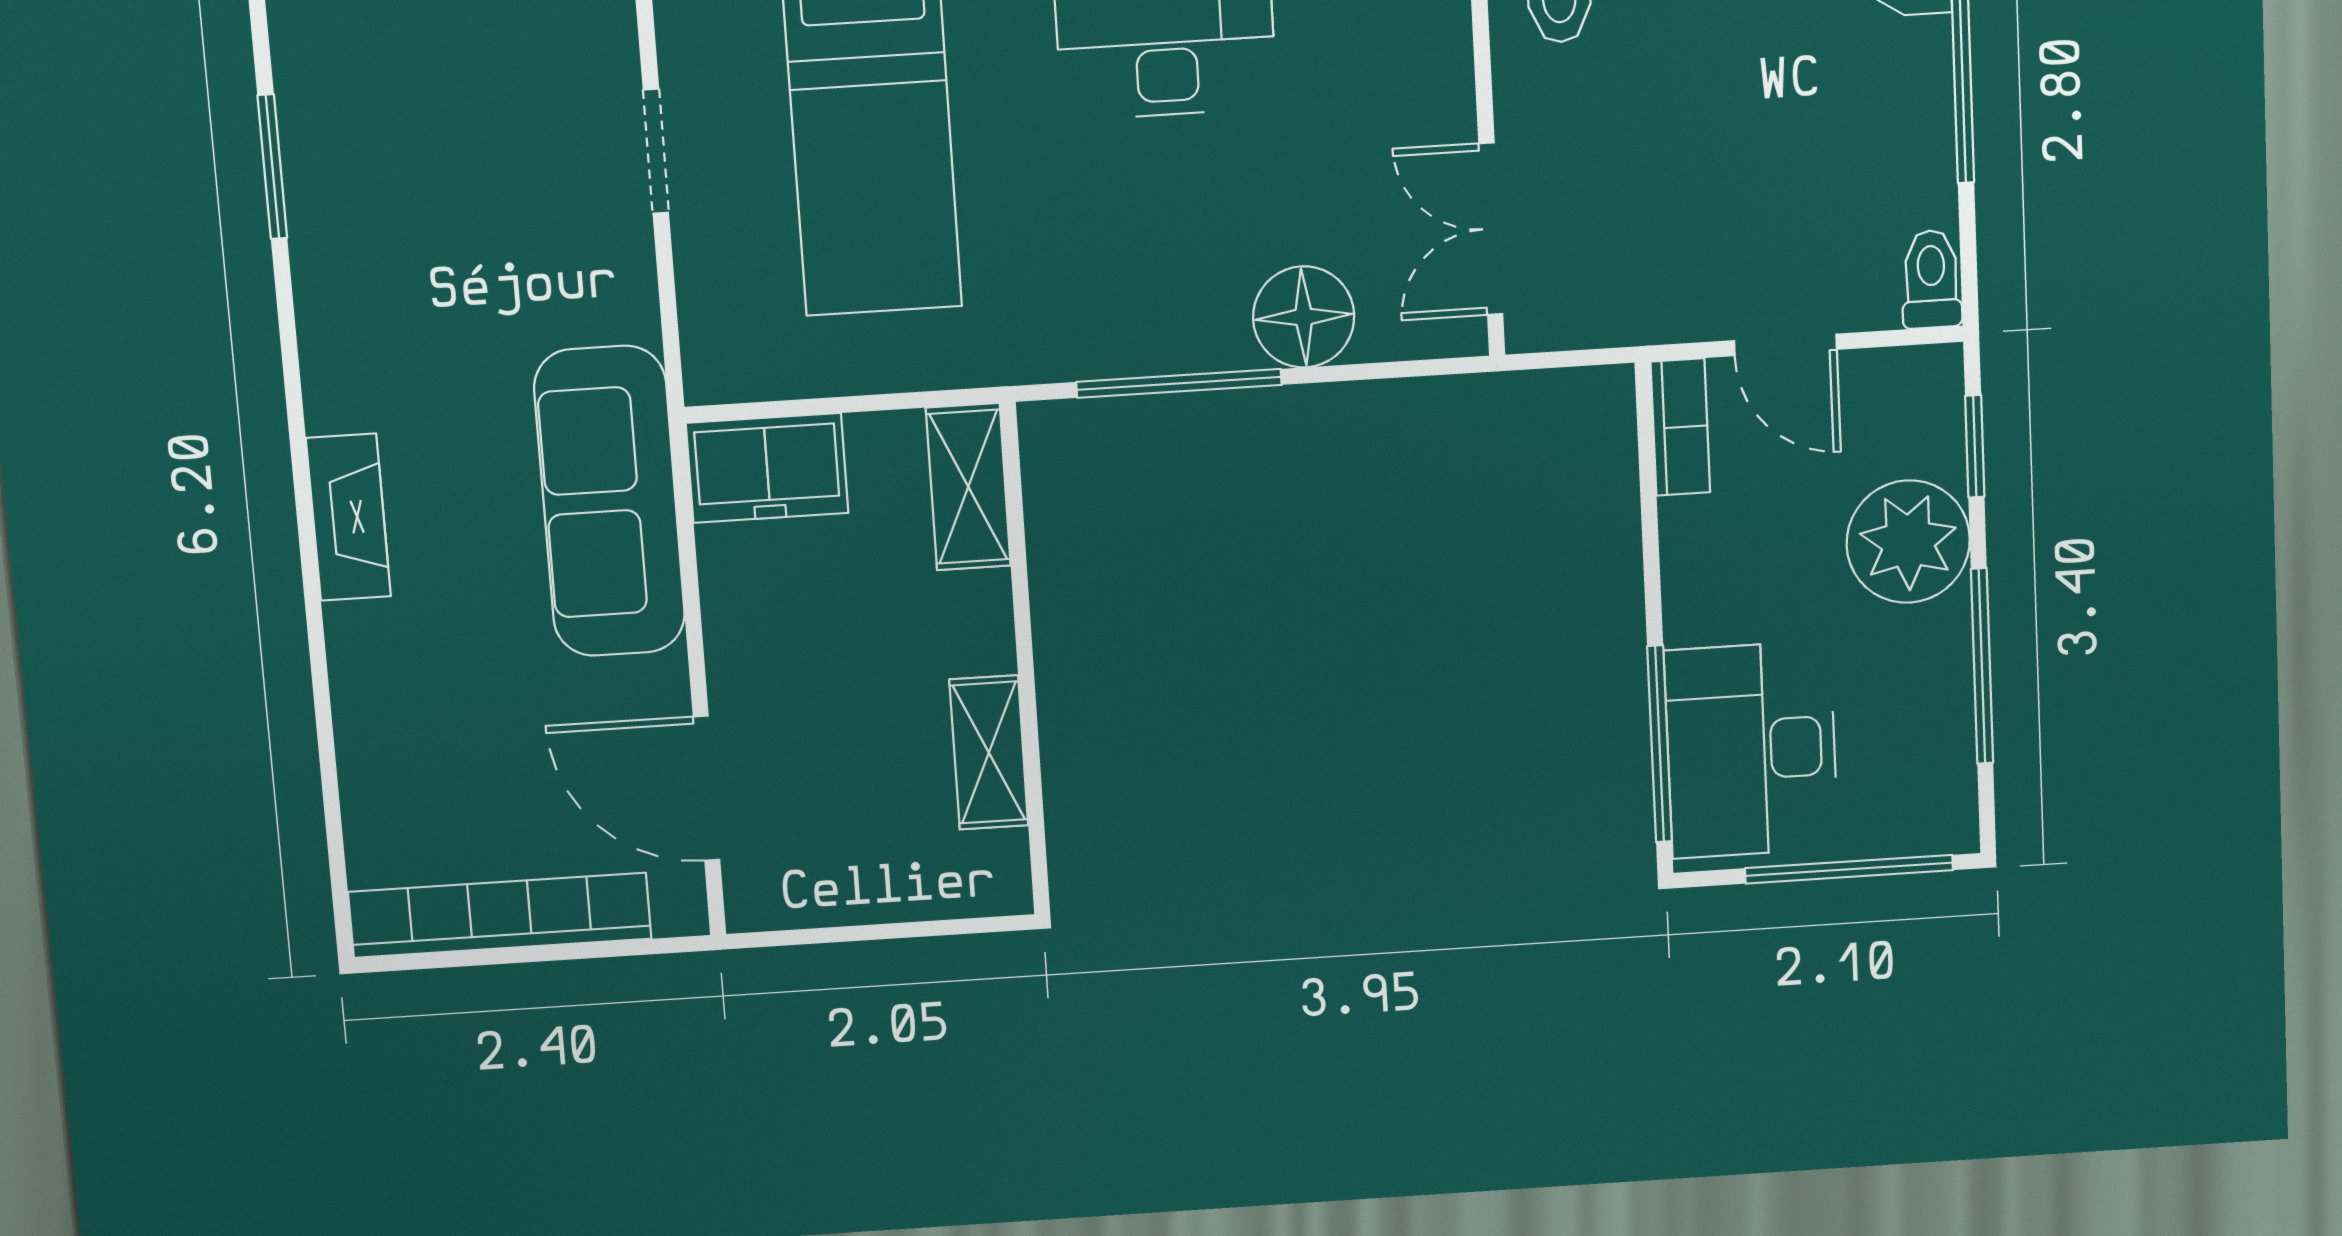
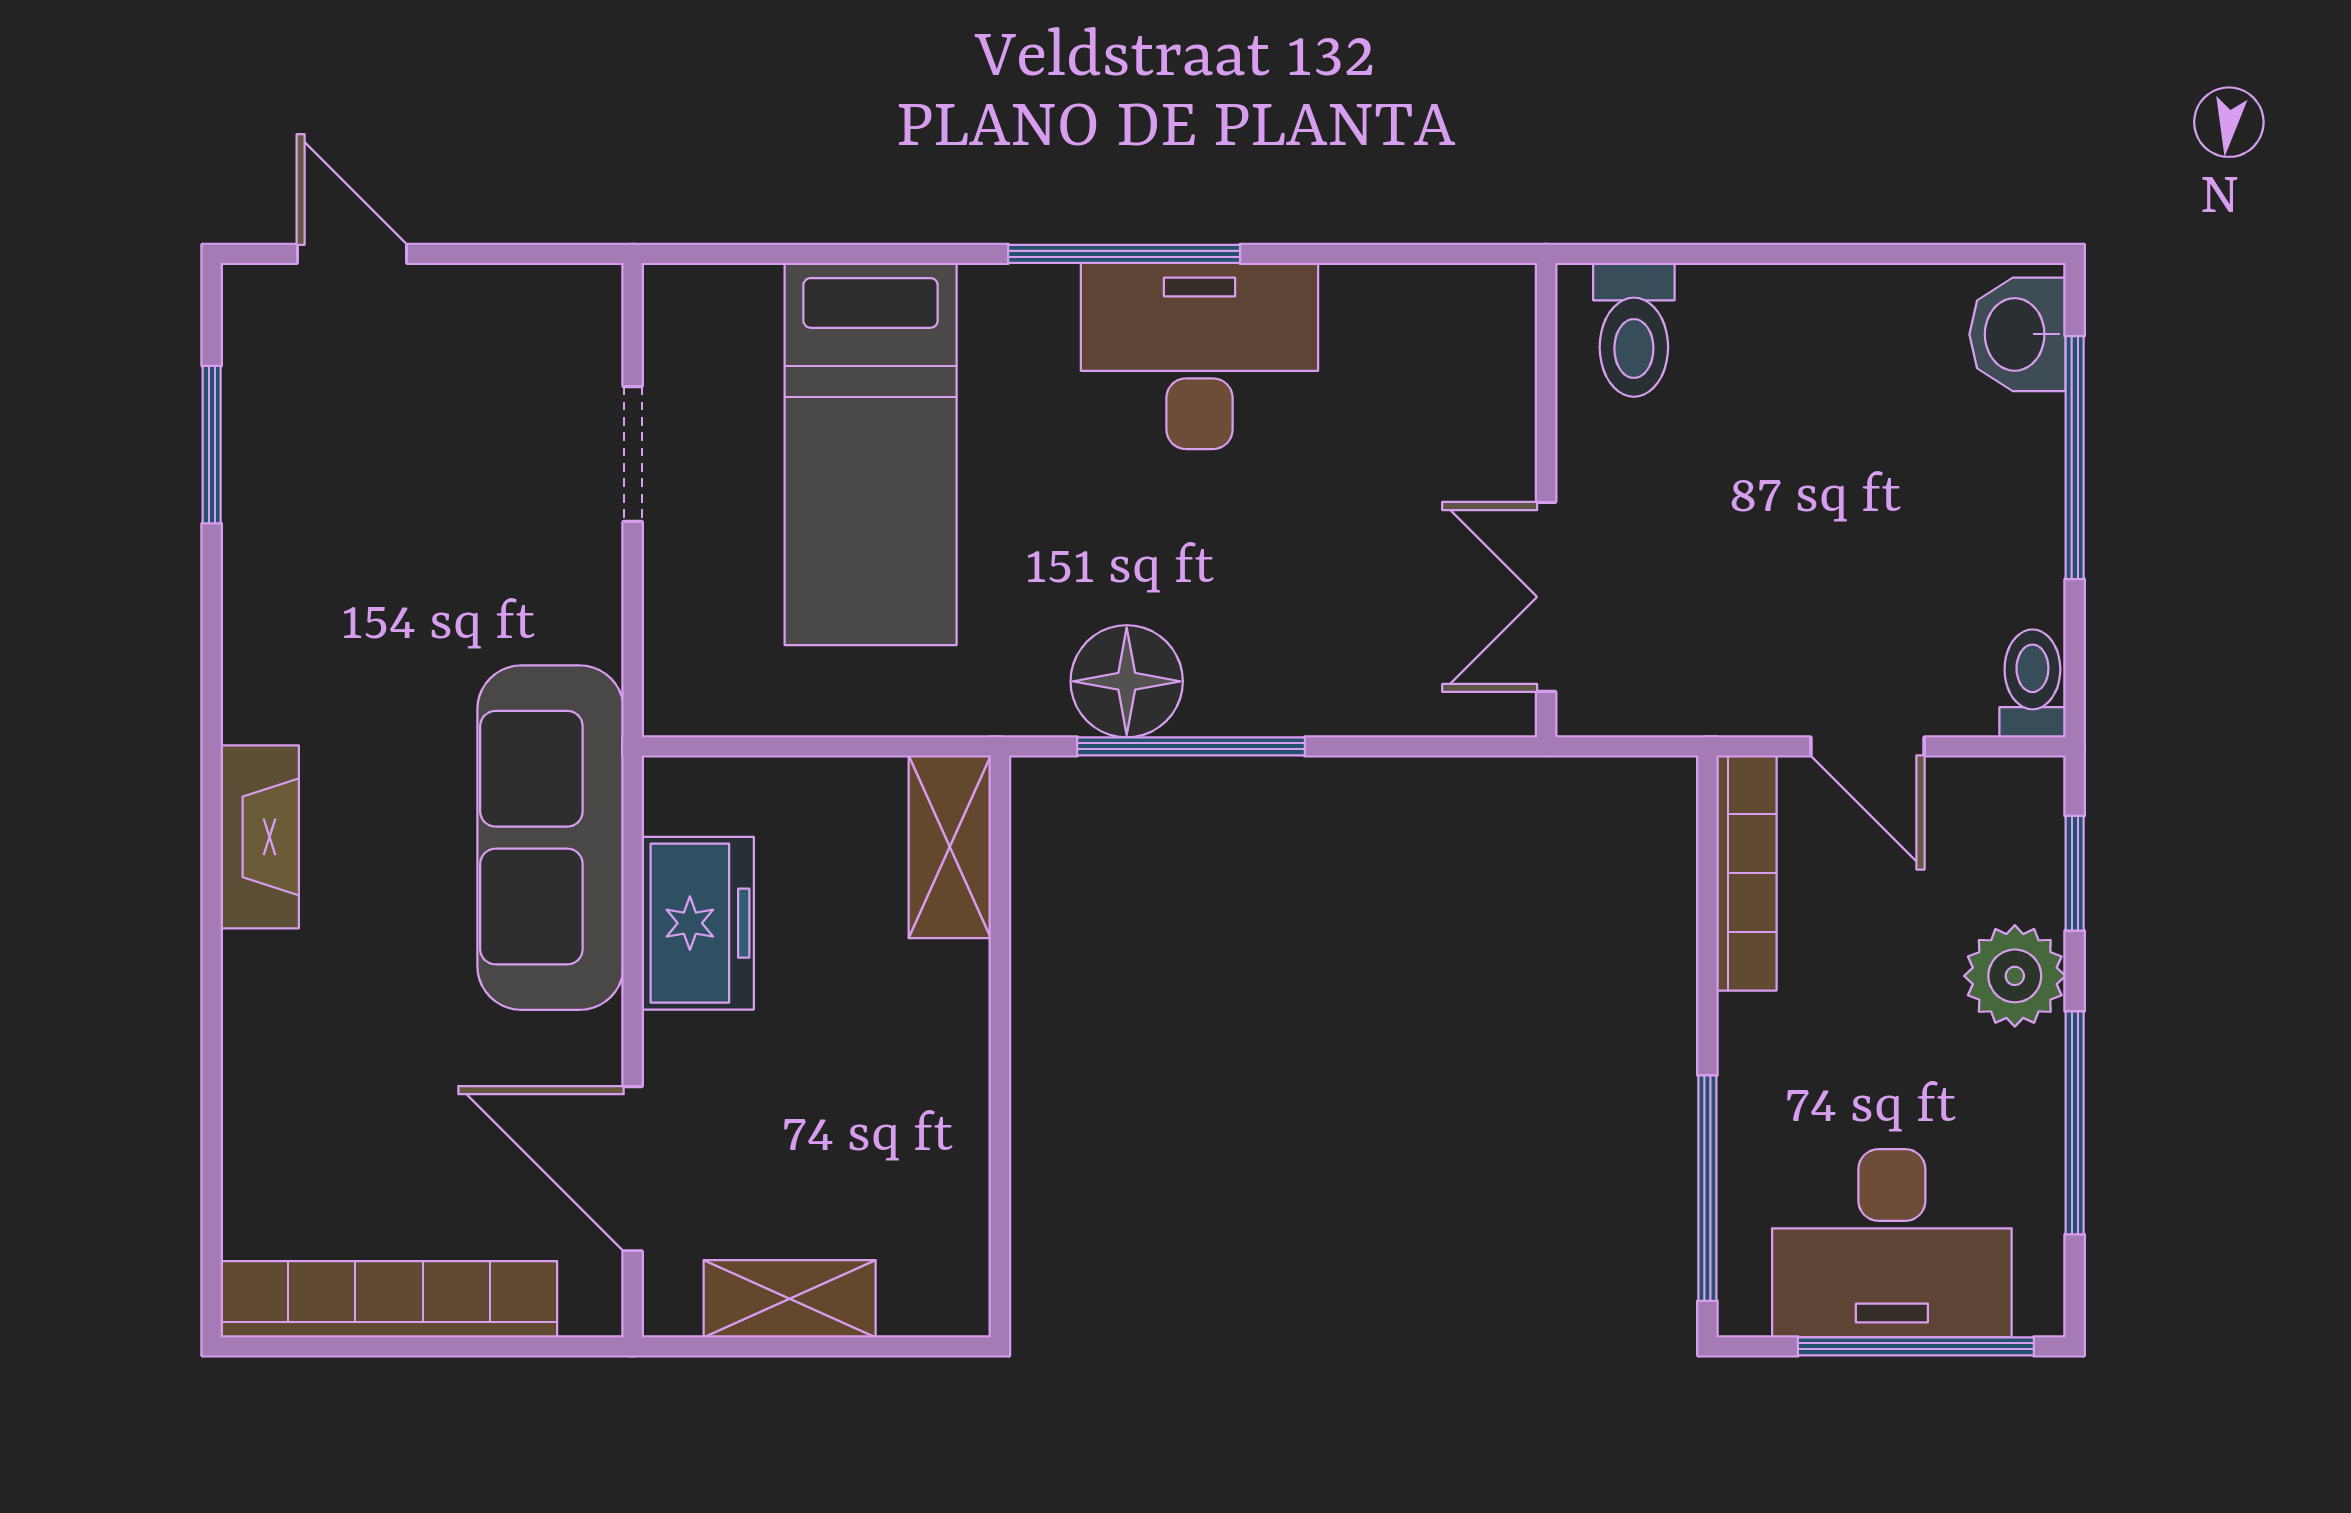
floor lamp: (1304, 317) -> (1127, 681), moved
bookcase: (1680, 427) -> (1746, 873), width x1.56
freezer: (767, 468) -> (698, 923), moved, turned -90
plant: (1908, 542) -> (2015, 976), width x0.73, depth x0.73
desk: (1751, 750) -> (1892, 1243), moved, turned -90
shelving: (989, 752) -> (790, 1299), moved, turned 90

